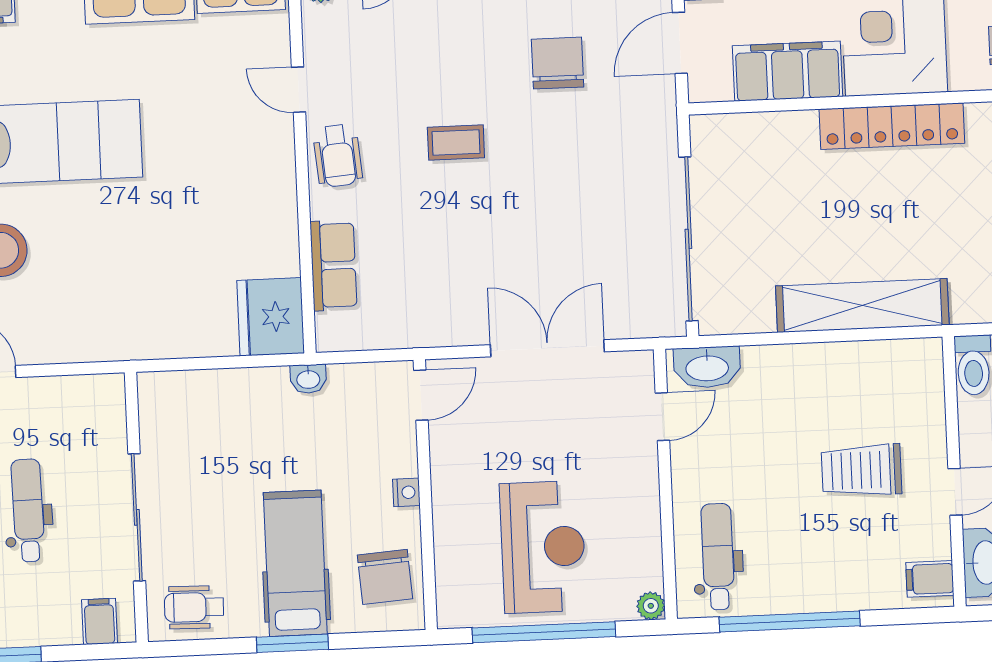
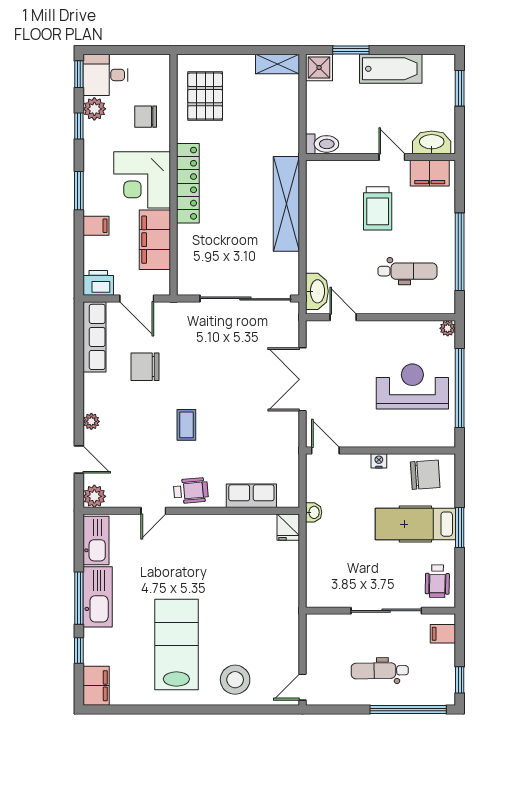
fridge: (271, 317) -> (288, 527), width x0.53, depth x0.75
dental chair: (718, 557) -> (408, 271), moved, turned 180
filing cabinet: (930, 579) -> (430, 173), width x2.00

